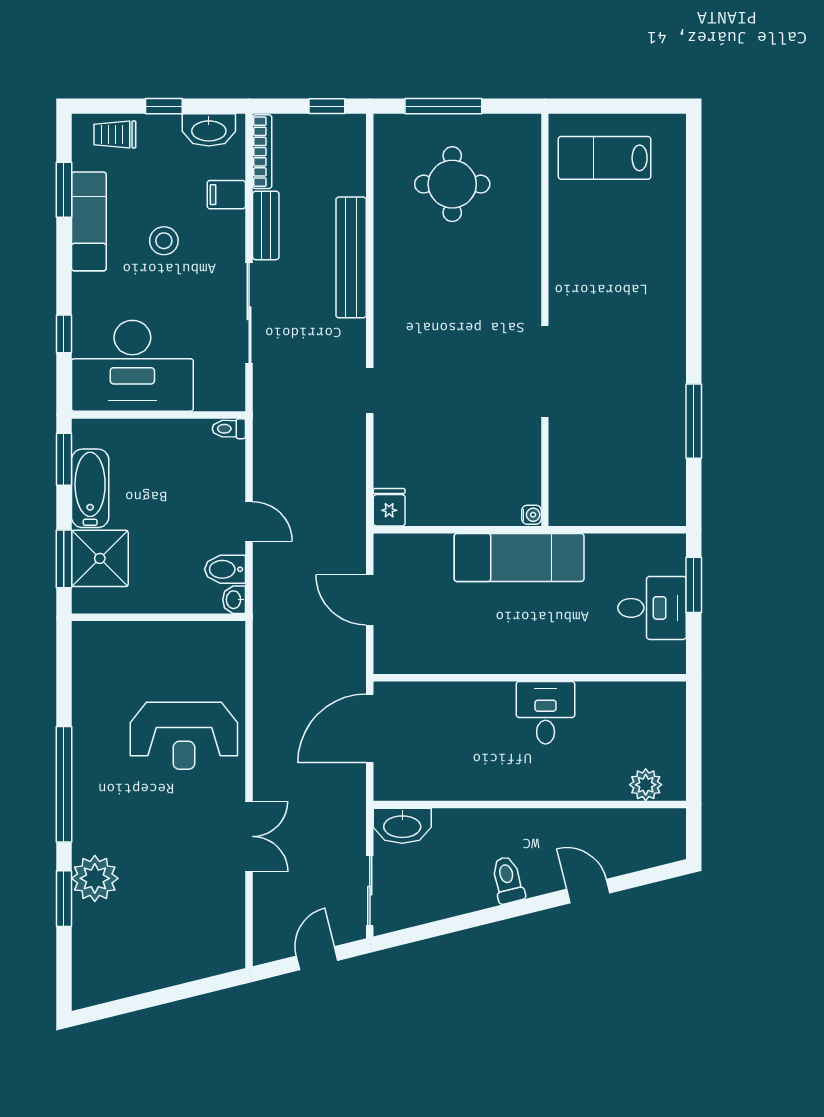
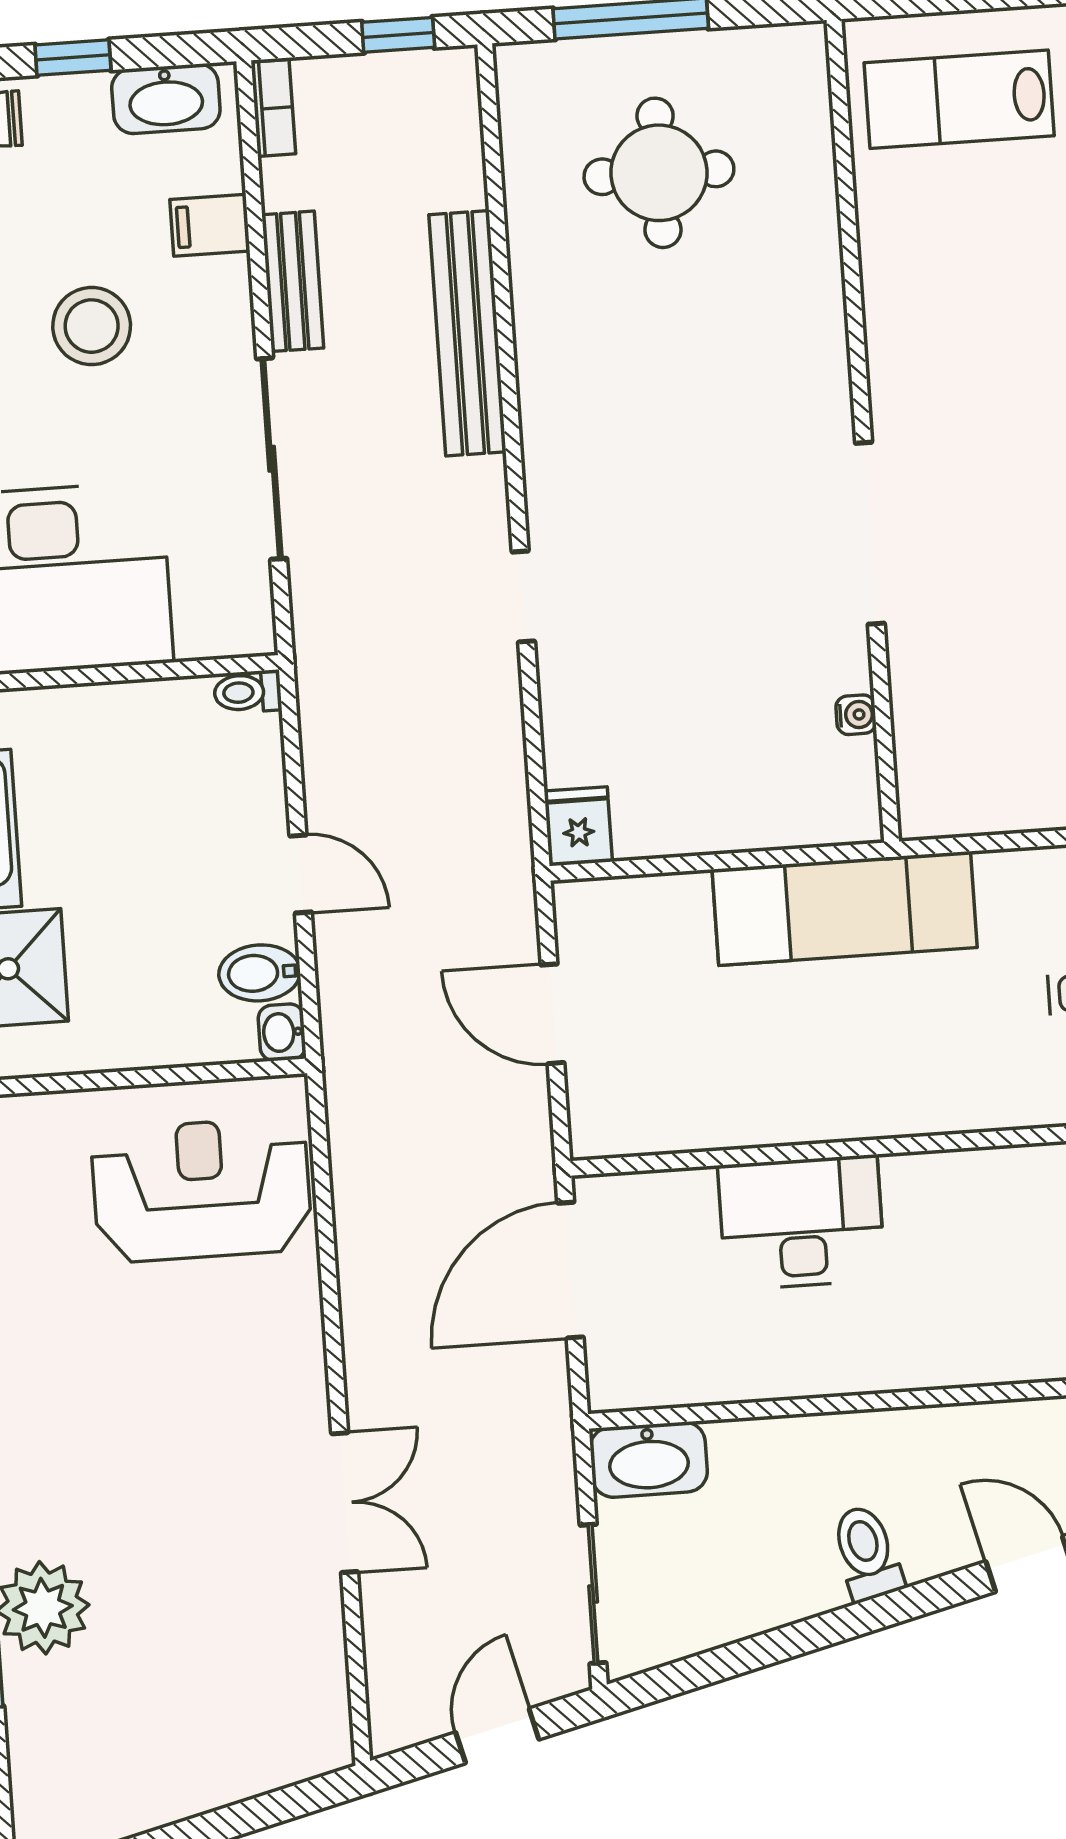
bookcase: (262, 152) -> (273, 108), width x0.64
stool: (164, 241) -> (92, 326), width x1.38, depth x1.38
water cooler: (532, 515) -> (856, 715), moved
desk: (546, 713) -> (801, 1222), moved, width x1.37
reception desk: (184, 736) -> (201, 1190), moved, turned 180

